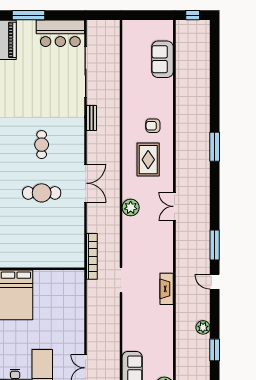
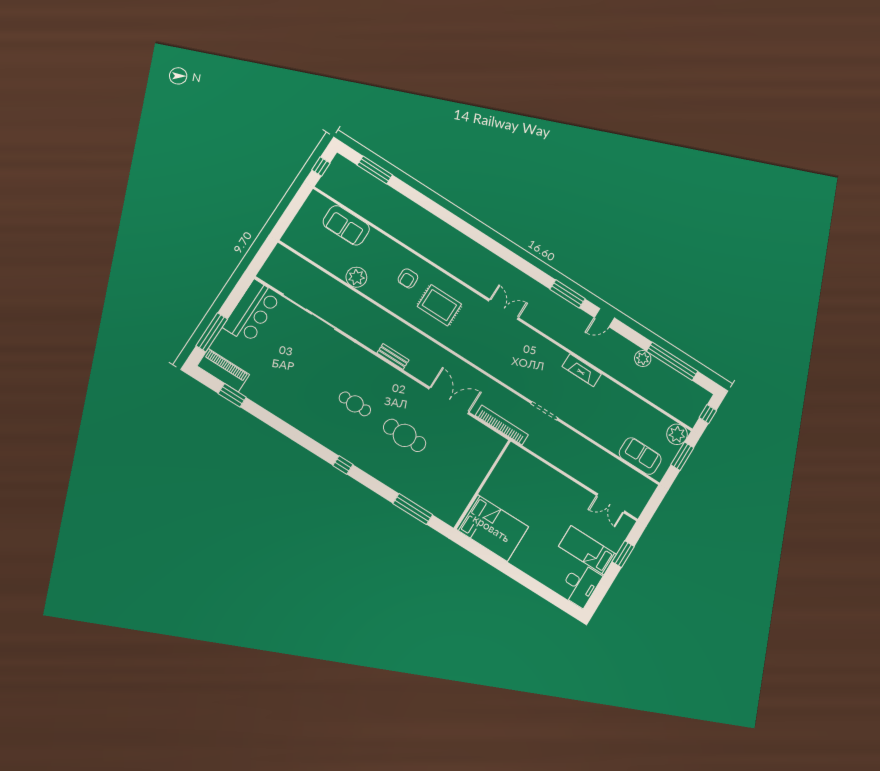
bench: (91, 118) -> (393, 356), moved
window: (215, 147) -> (375, 170), moved
double door: (85, 183) -> (449, 401), moved
cafe table: (42, 193) -> (405, 435), turned 90
double door: (174, 206) -> (504, 309), swing flipped
plant: (131, 208) -> (356, 277), moved
window: (215, 350) -> (672, 361), width x2.11

